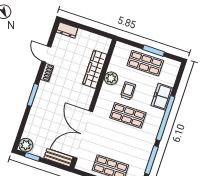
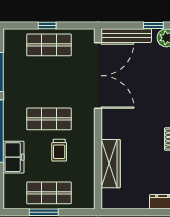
plant: (111, 78) -> (86, 159), removed
bench: (58, 158) -> (126, 36), width x1.36

